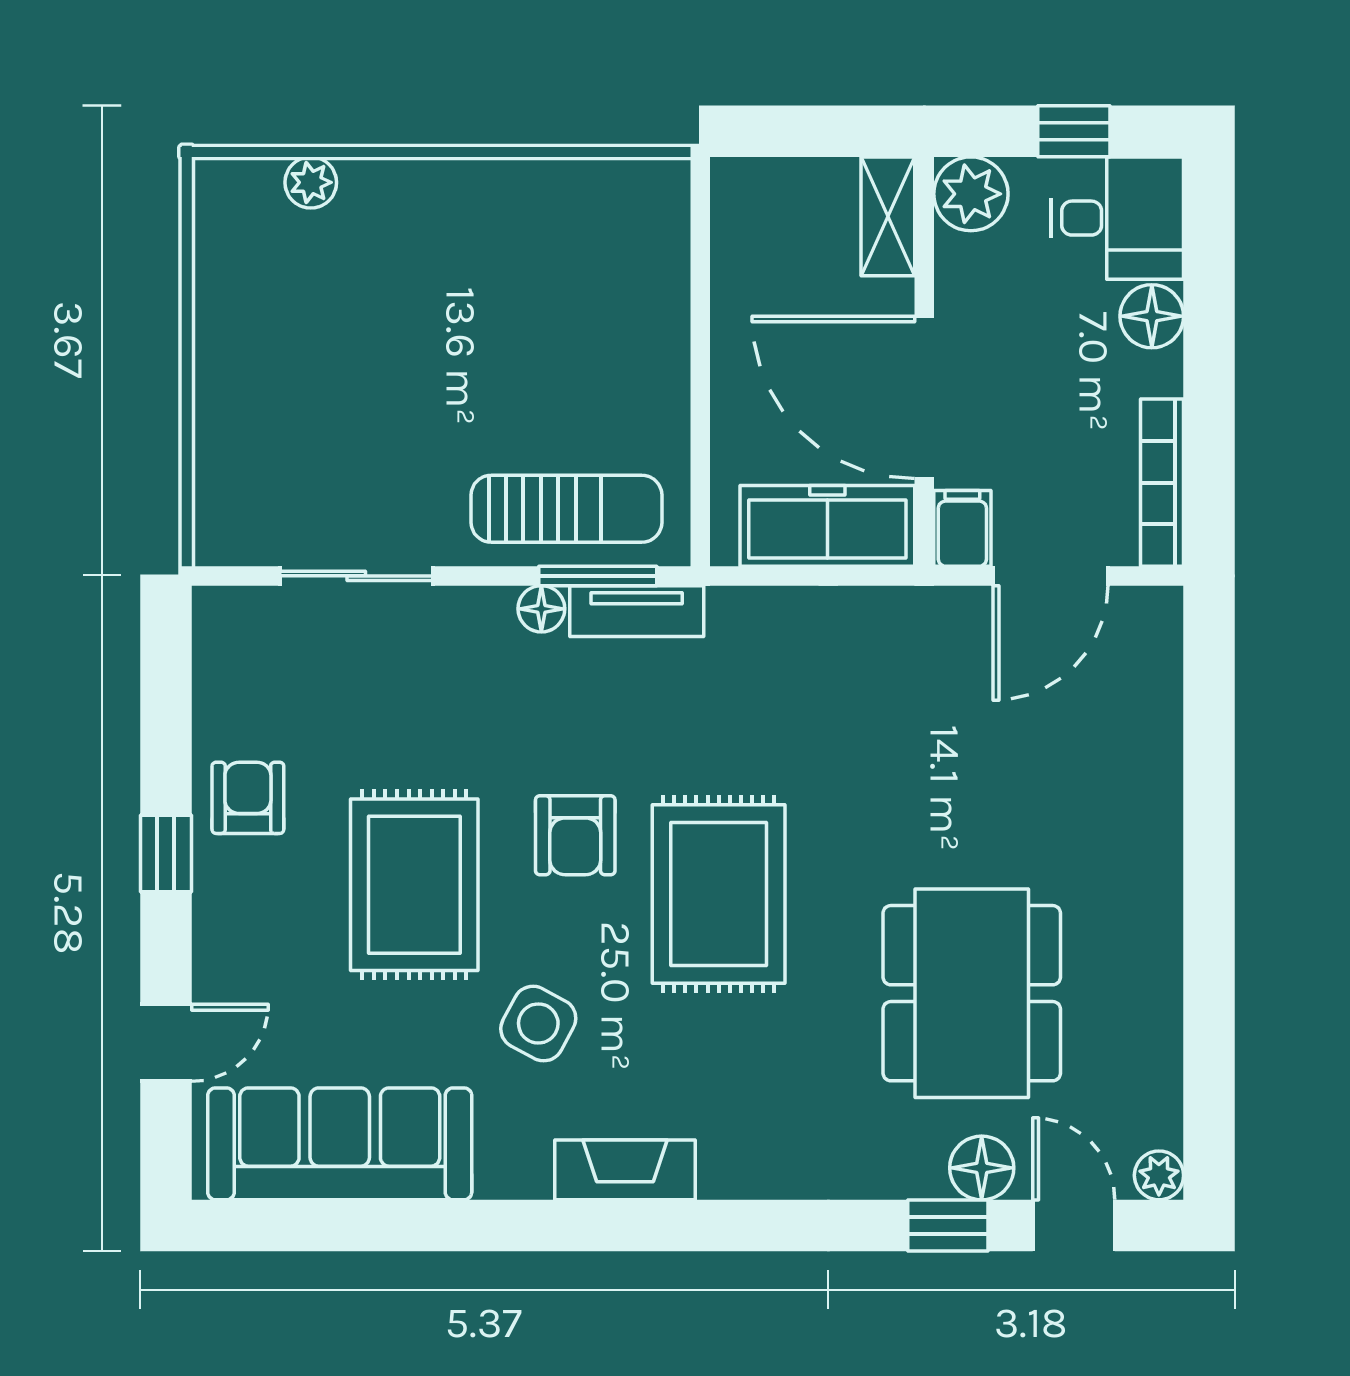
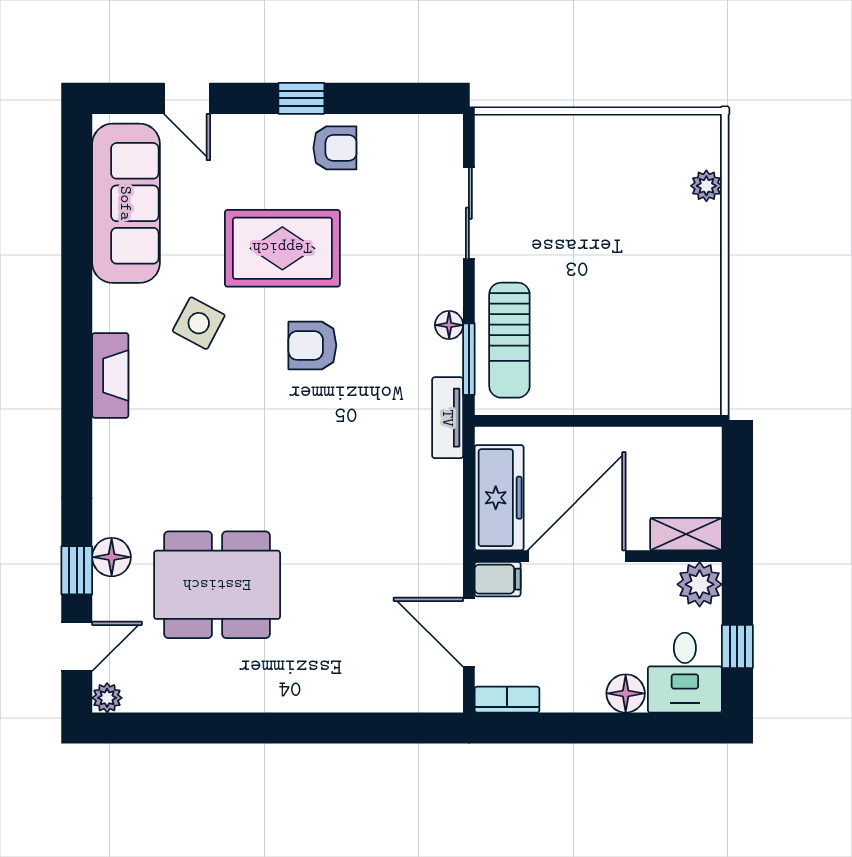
bookcase: (1162, 483) -> (507, 700), width x0.64
tv unit: (637, 611) -> (448, 418), moved
rug: (719, 894) -> (277, 432), removed
floor lamp: (982, 1168) -> (112, 557), moved

